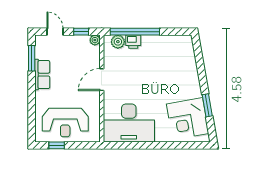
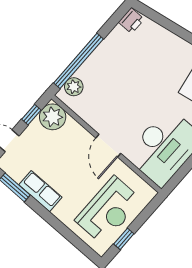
plant: (95, 40) -> (53, 117), width x1.87, depth x1.87
printer: (133, 42) -> (131, 21), moved
door: (102, 80) -> (108, 146), moved

